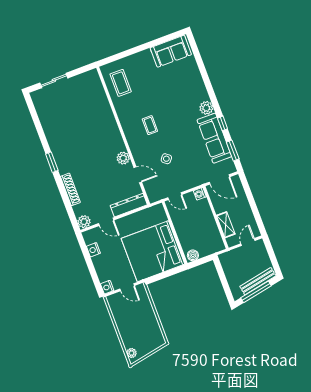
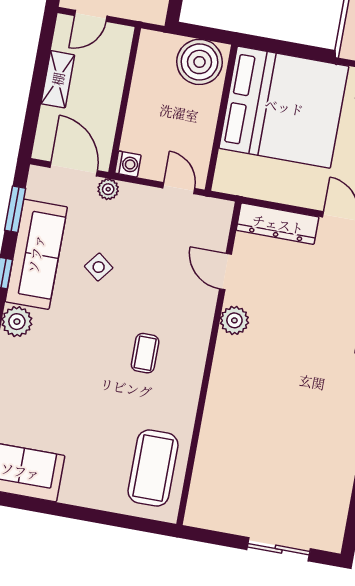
coffee table: (121, 83) -> (153, 468), width x1.36, depth x1.32
side table: (166, 159) -> (99, 267), moved
plant: (202, 180) -> (108, 189), added
shelving: (226, 225) -> (58, 79), moved
boiler: (193, 255) -> (200, 62), width x1.86, depth x1.86

